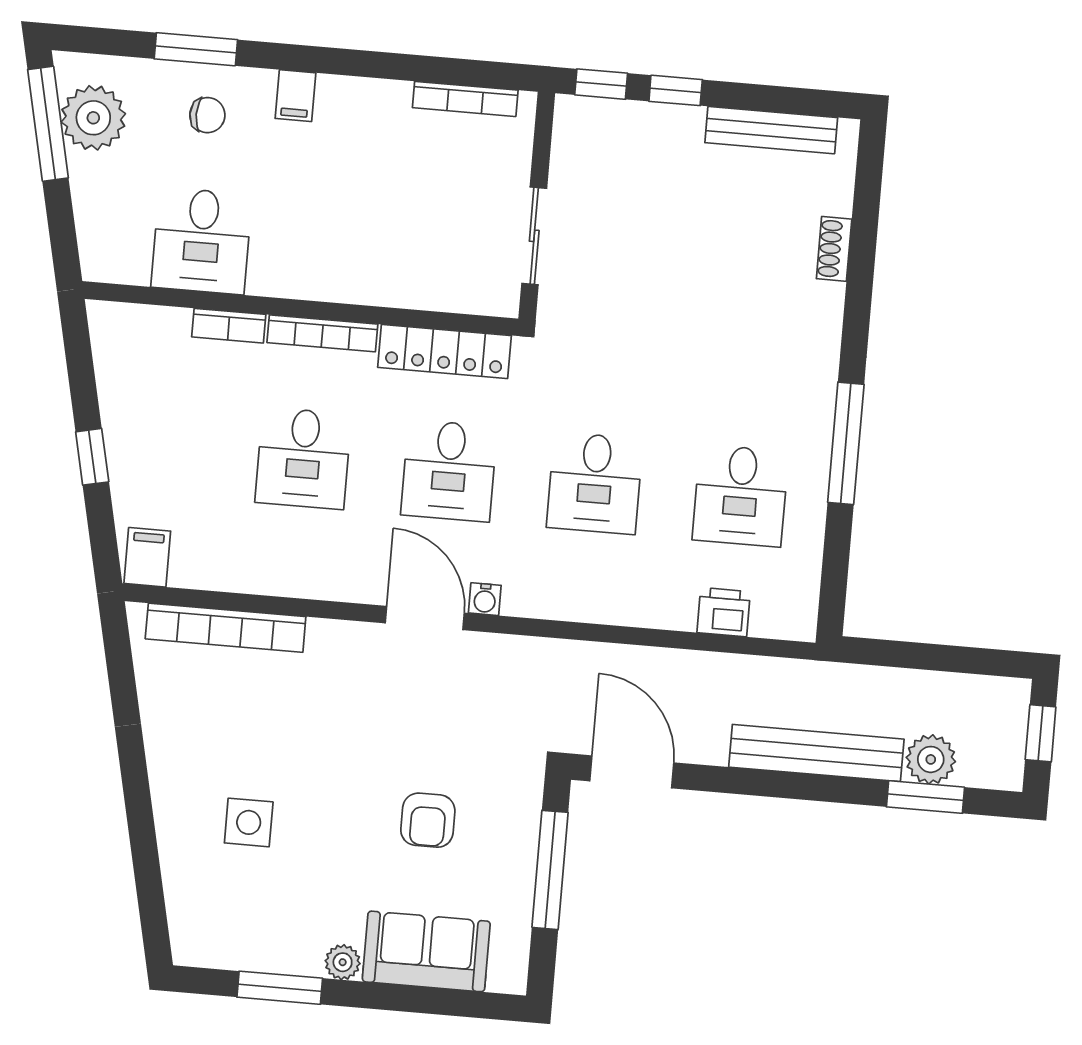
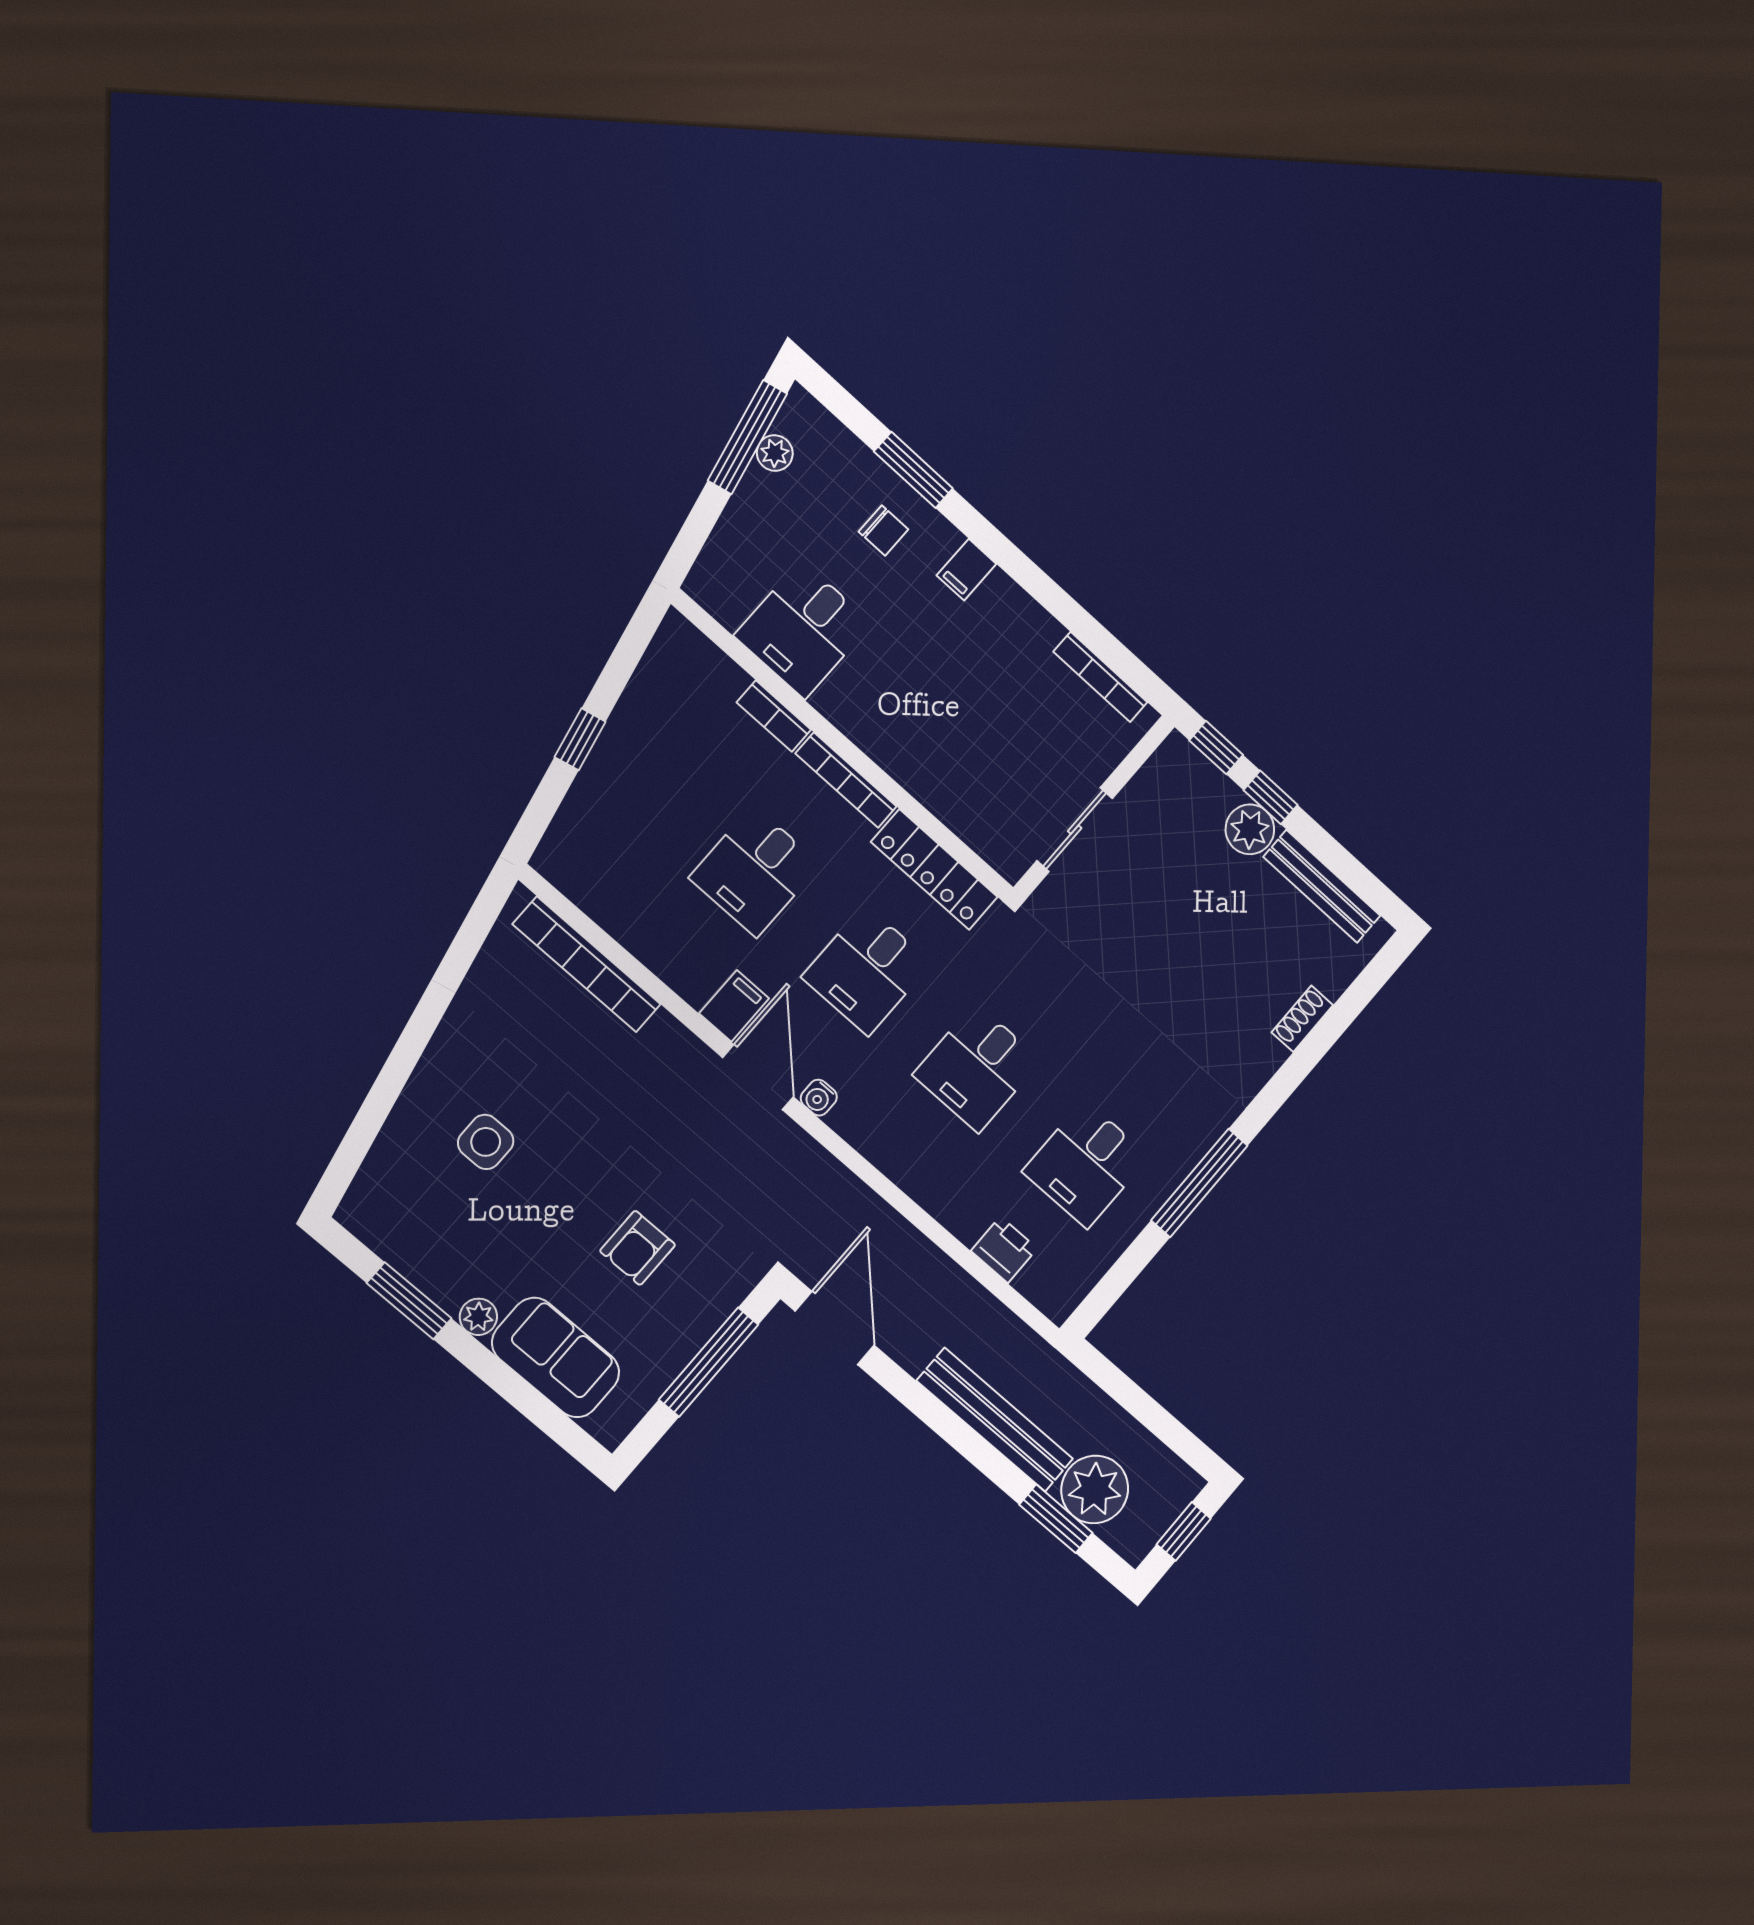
plant: (93, 118) -> (775, 453), width x0.53, depth x0.53
plant: (677, 129) -> (1250, 829), added
filing cabinet: (147, 557) -> (734, 1006), moved
plant: (931, 759) -> (1095, 1489), width x1.36, depth x1.36

